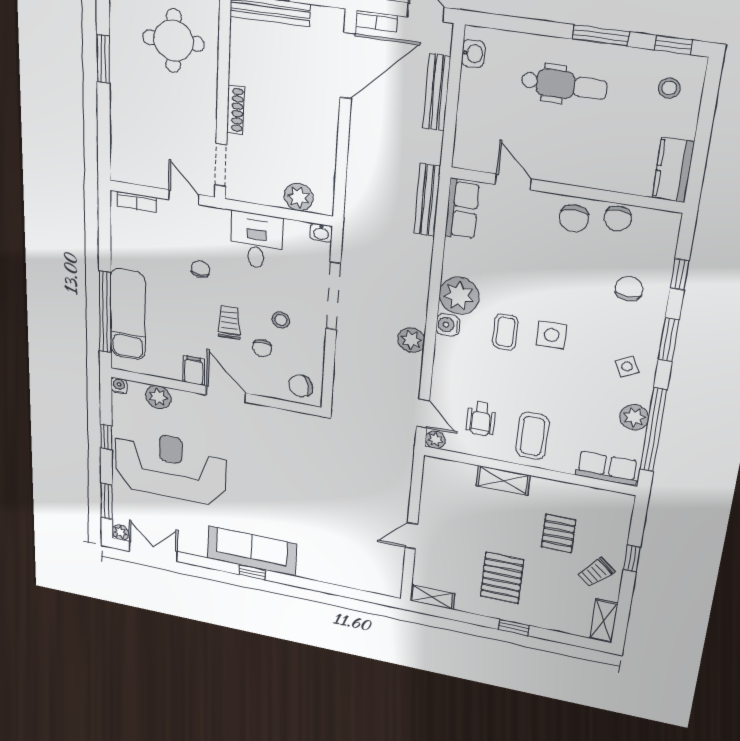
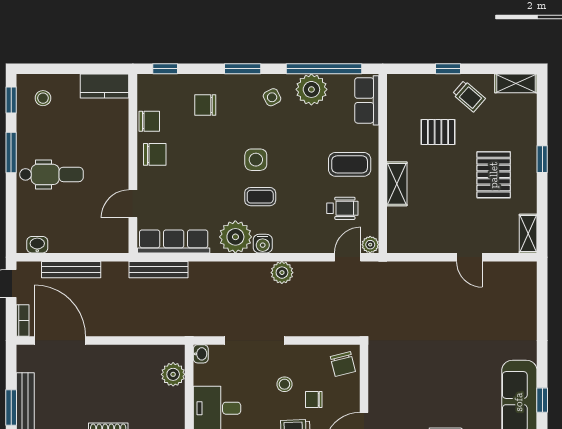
dental chair: (564, 85) -> (51, 174), turned 90
row of seats: (462, 210) -> (174, 241), width x1.48
window: (680, 274) -> (165, 69), moved
chair: (262, 348) -> (314, 400), turned 180
plant: (634, 417) -> (311, 89), width x1.36, depth x1.36
pallet: (502, 578) -> (494, 175), turned 90

